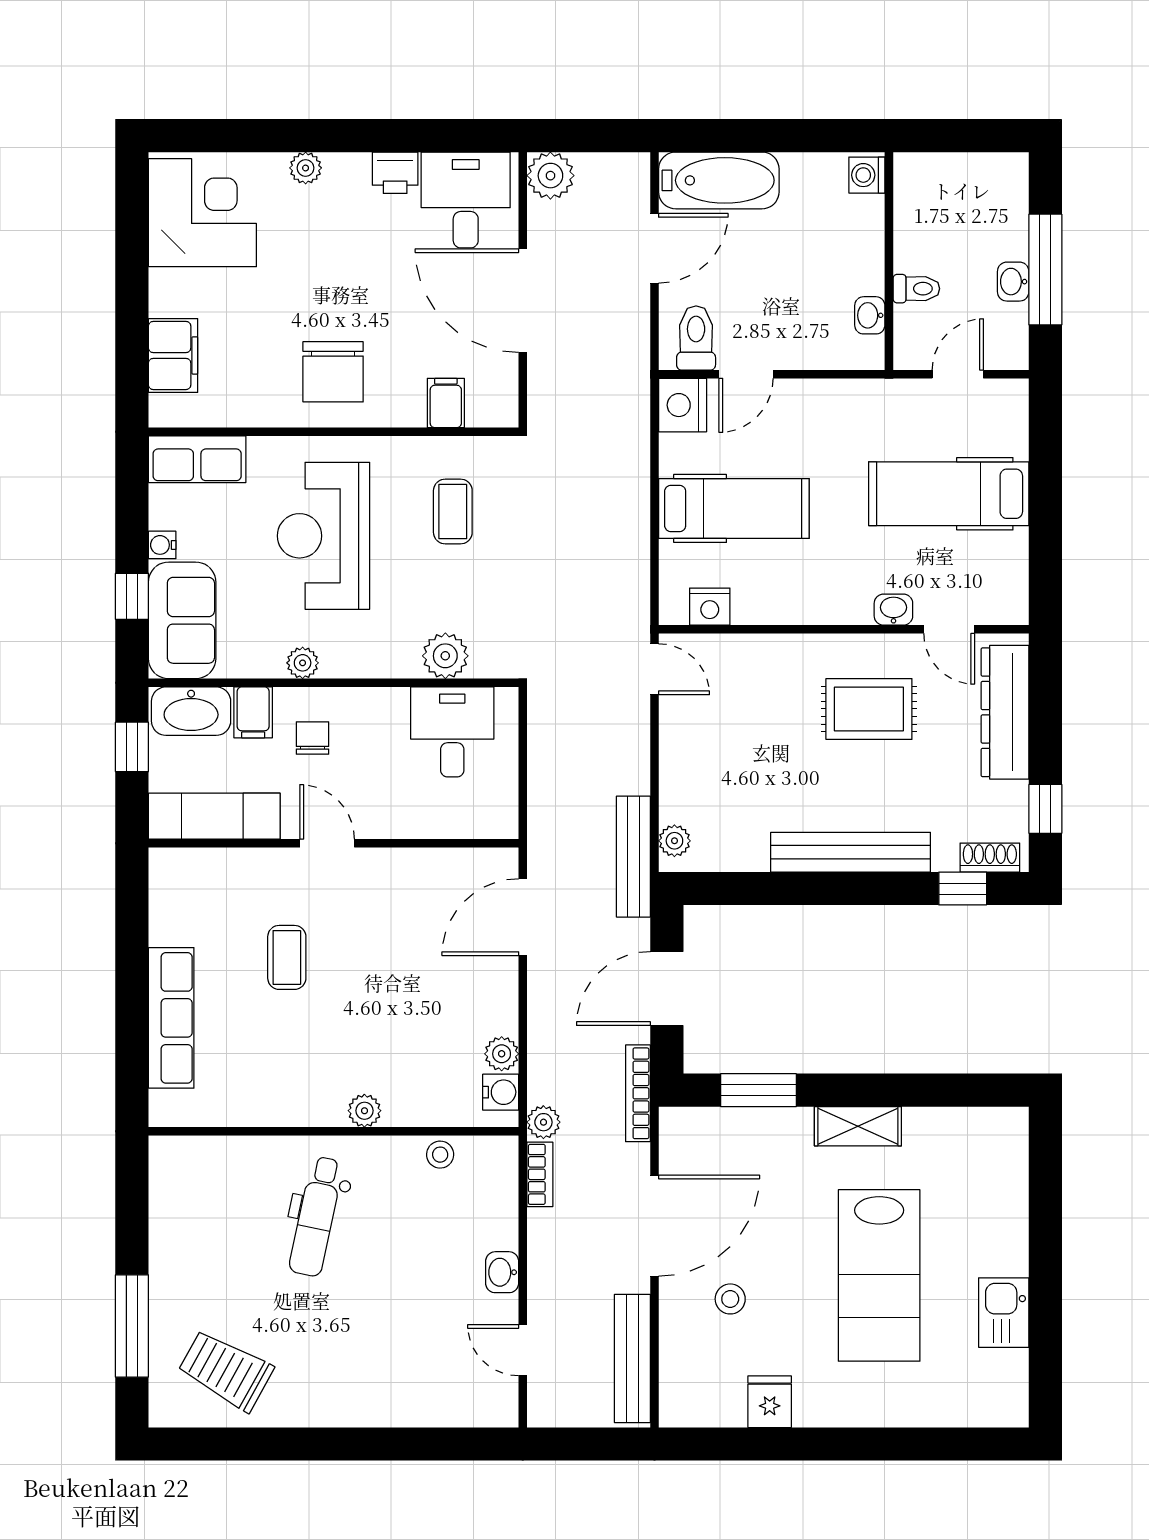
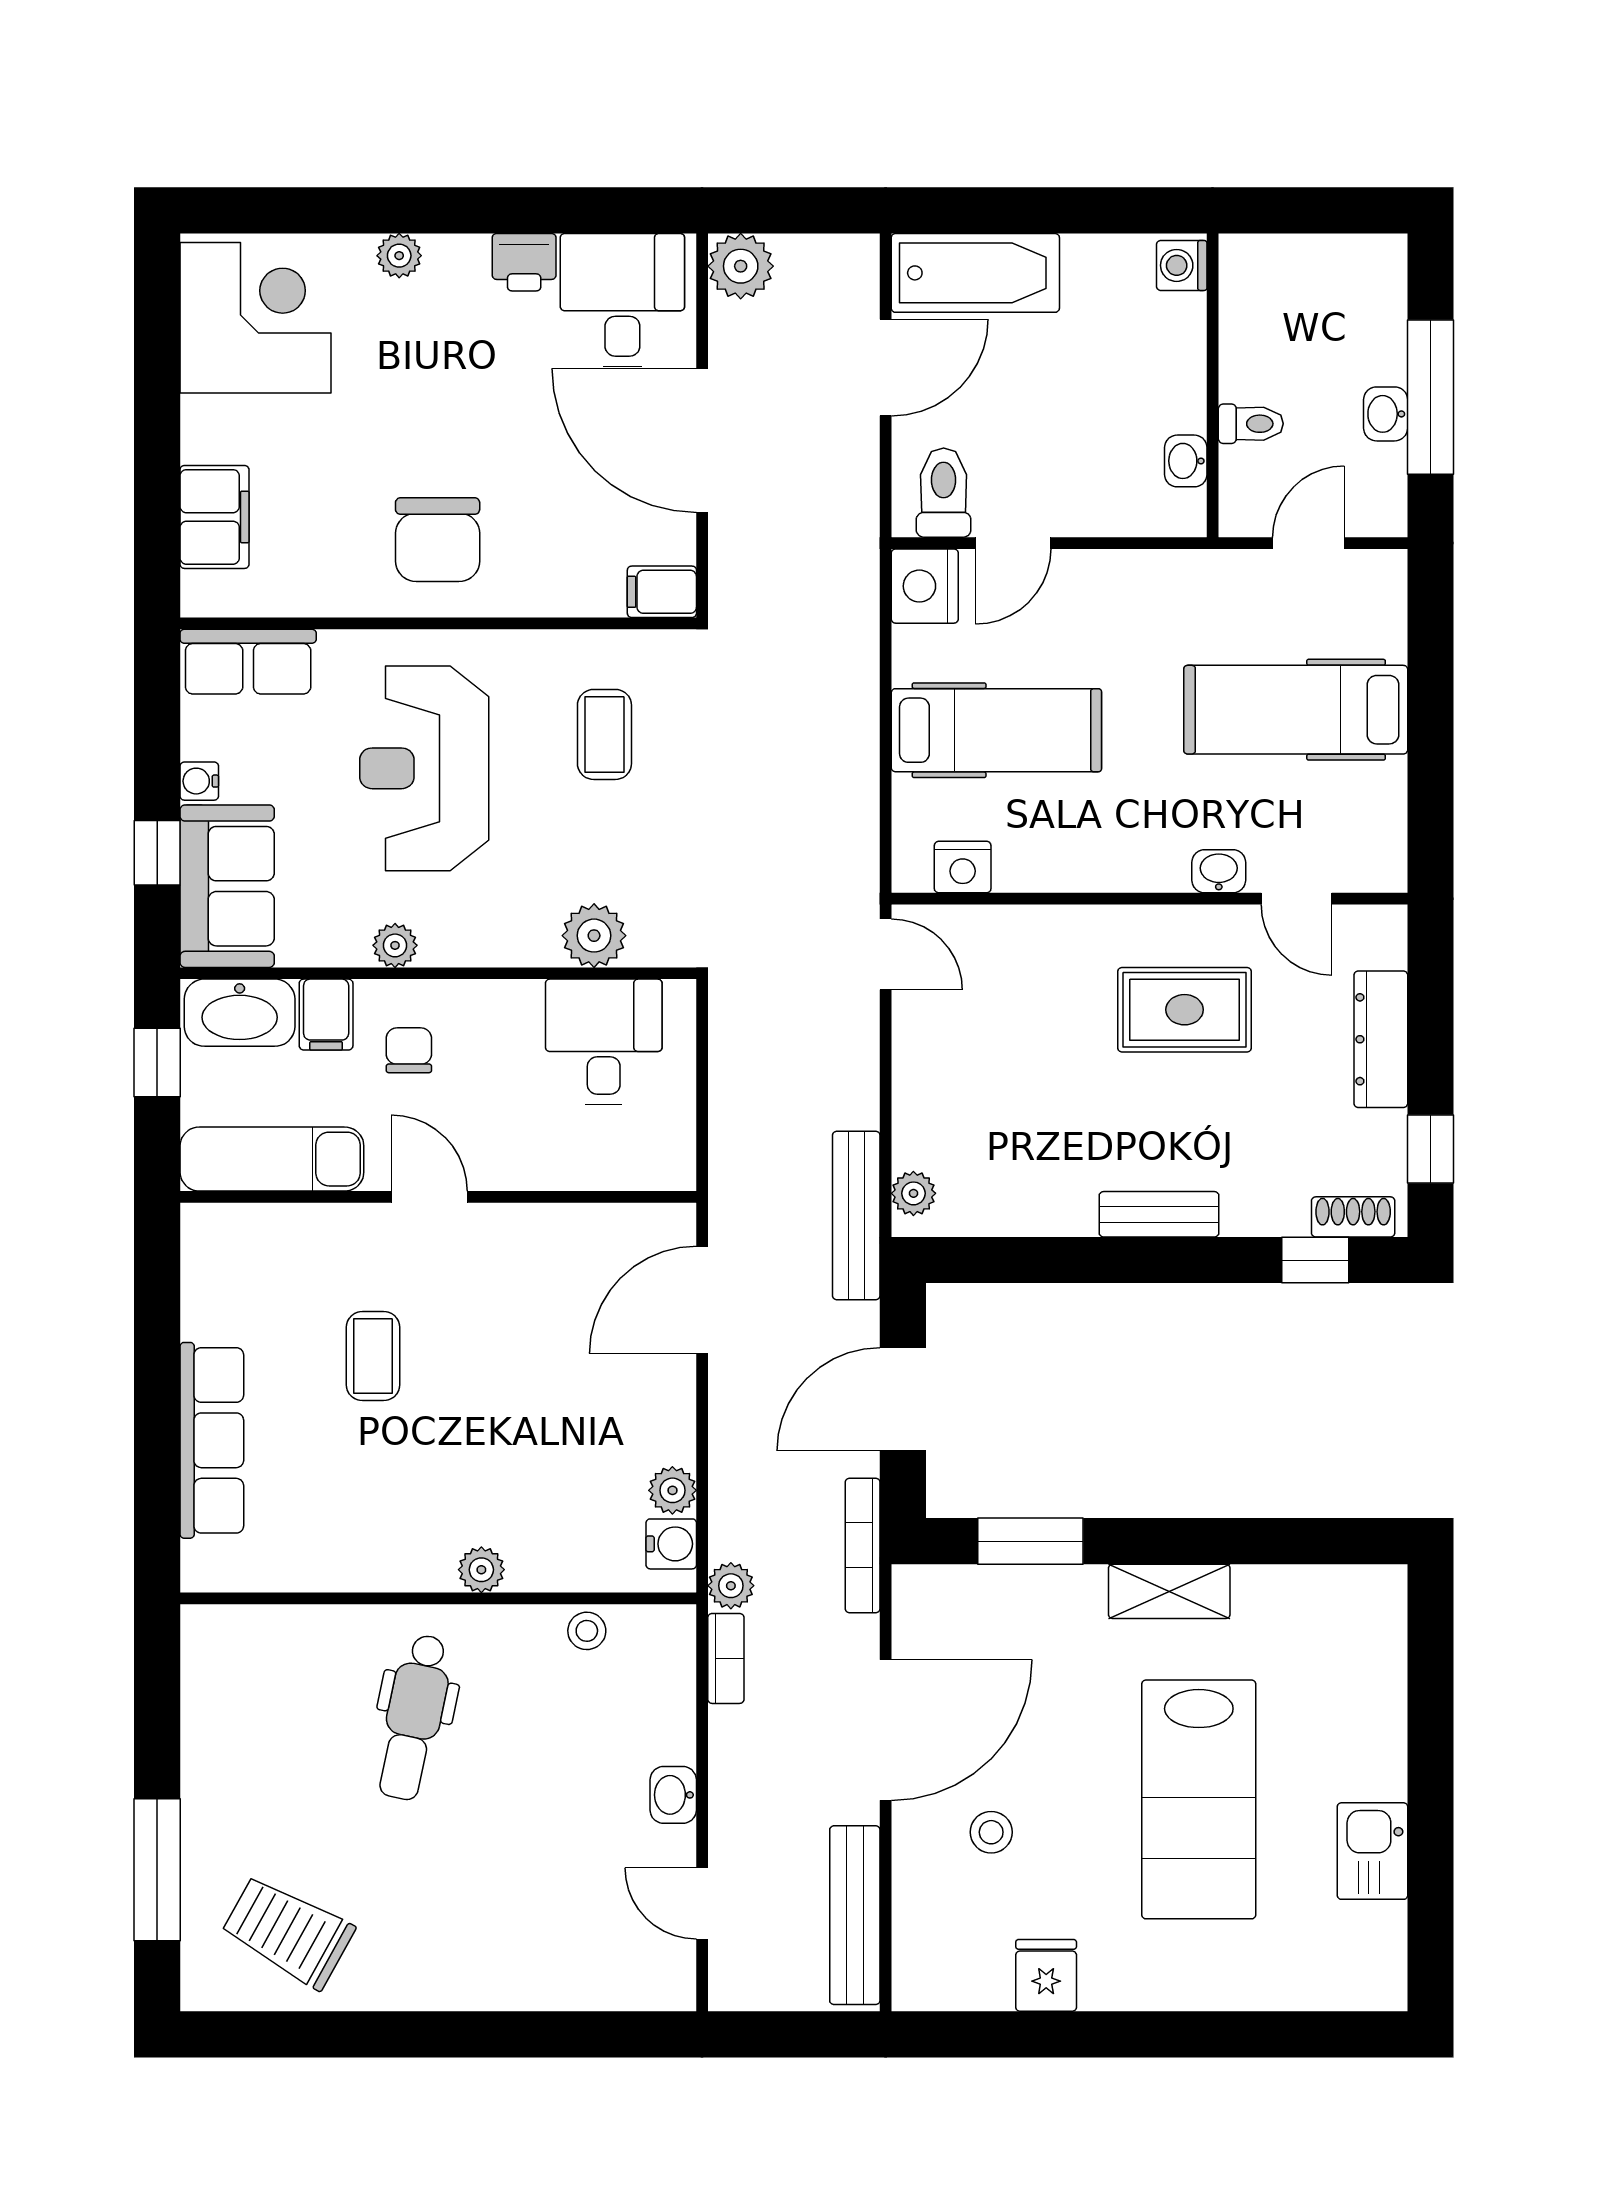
filing cabinet: (446, 403) -> (662, 592), moved, turned -90
dresser: (1005, 712) -> (1381, 1039), width x0.73, depth x0.80
bench: (851, 852) -> (1159, 1214), width x0.54, depth x0.82

